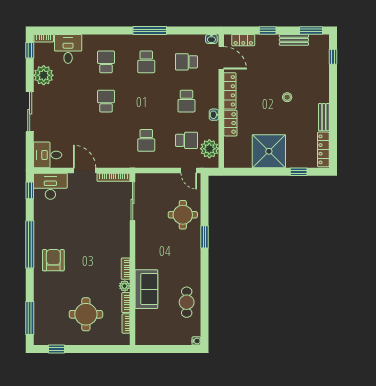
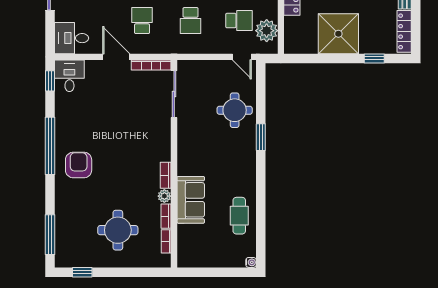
school desk: (106, 140) -> (142, 21), added
desk: (50, 186) -> (69, 76), width x0.73

